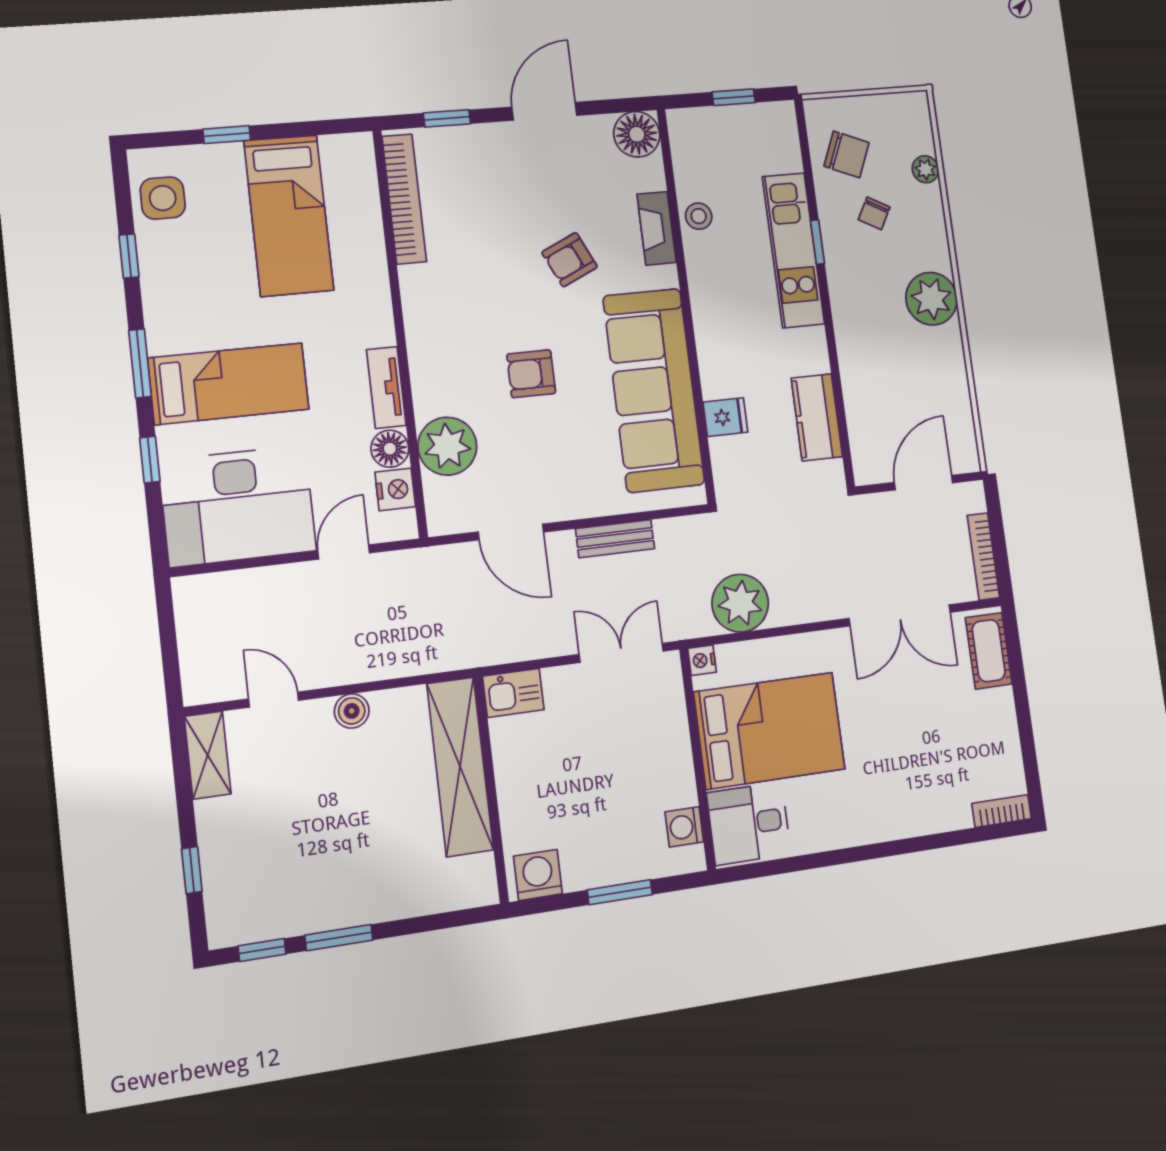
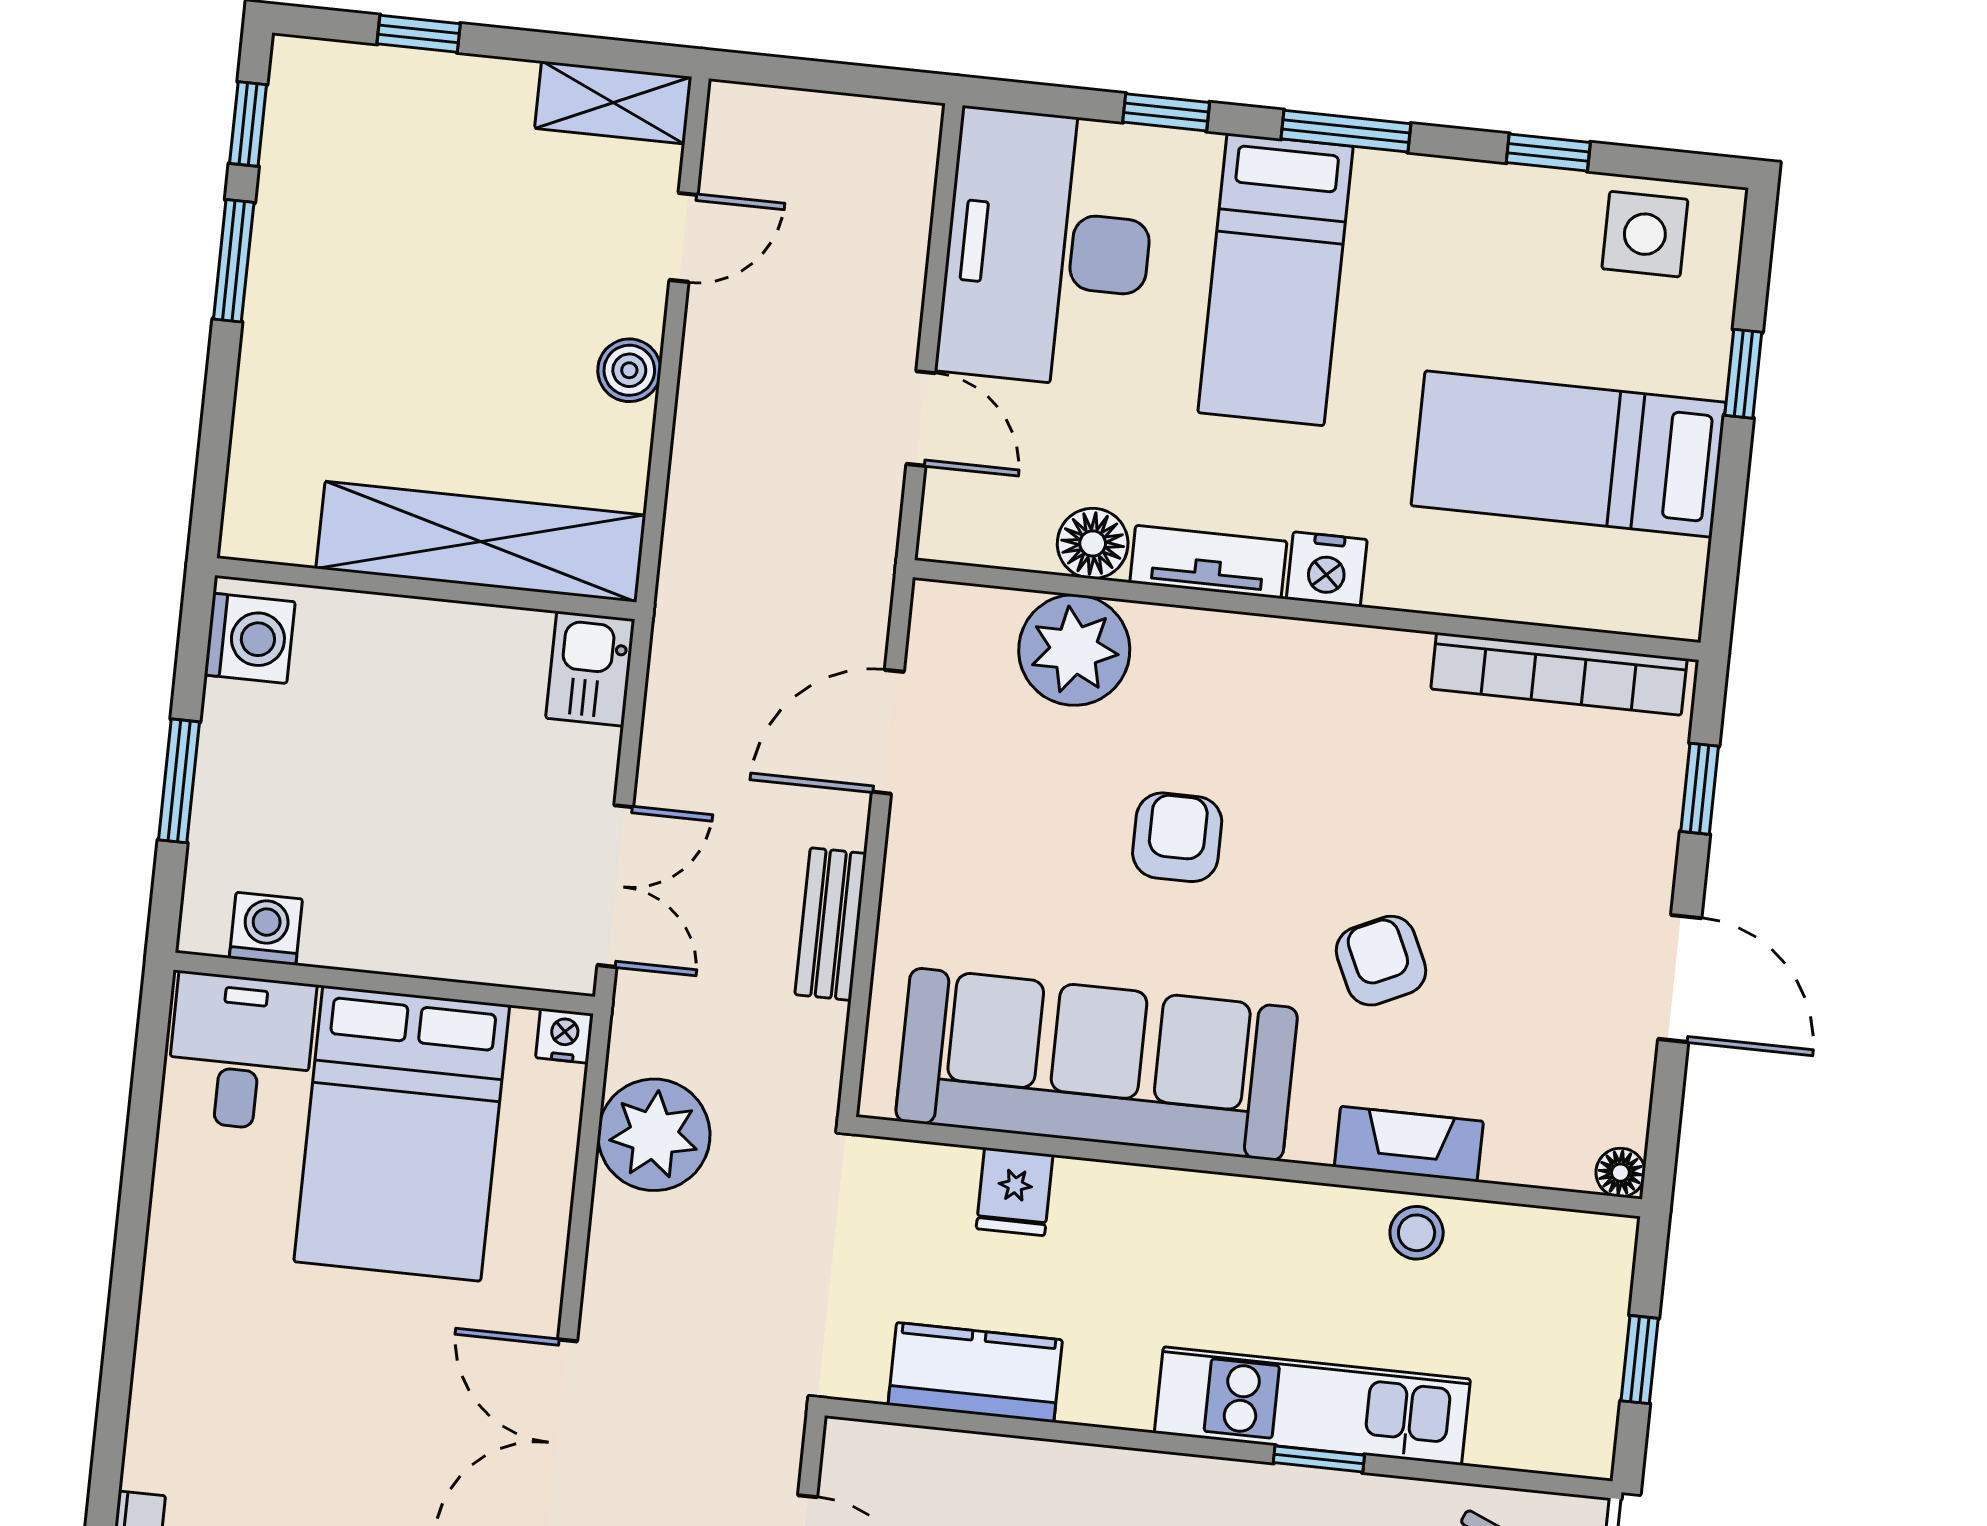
floor lamp: (637, 134) -> (1620, 1173), width x0.53, depth x0.53
nightstand: (395, 489) -> (1327, 569), moved

